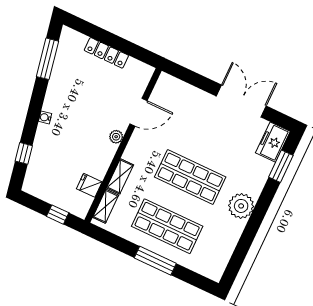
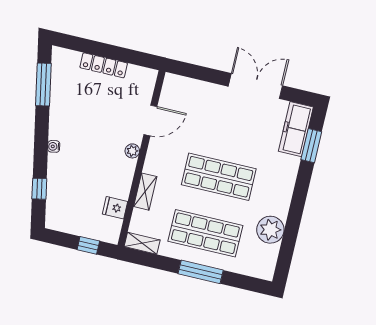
freezer: (273, 142) -> (296, 129), width x1.40
shelving: (106, 206) -> (142, 243), moved, turned 90
plant: (241, 206) -> (270, 230), moved

